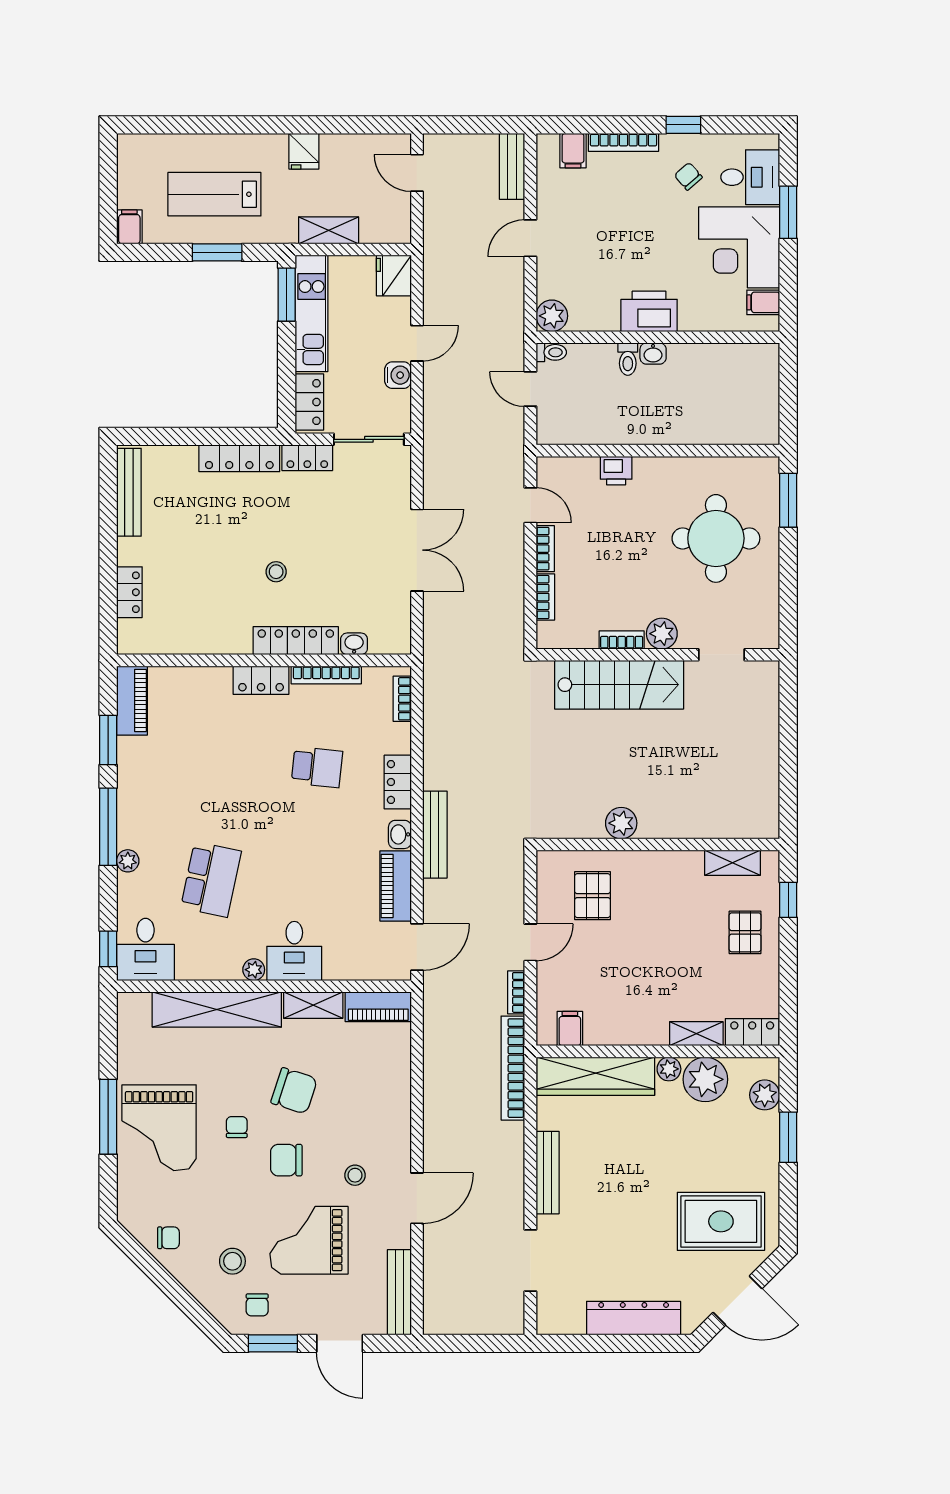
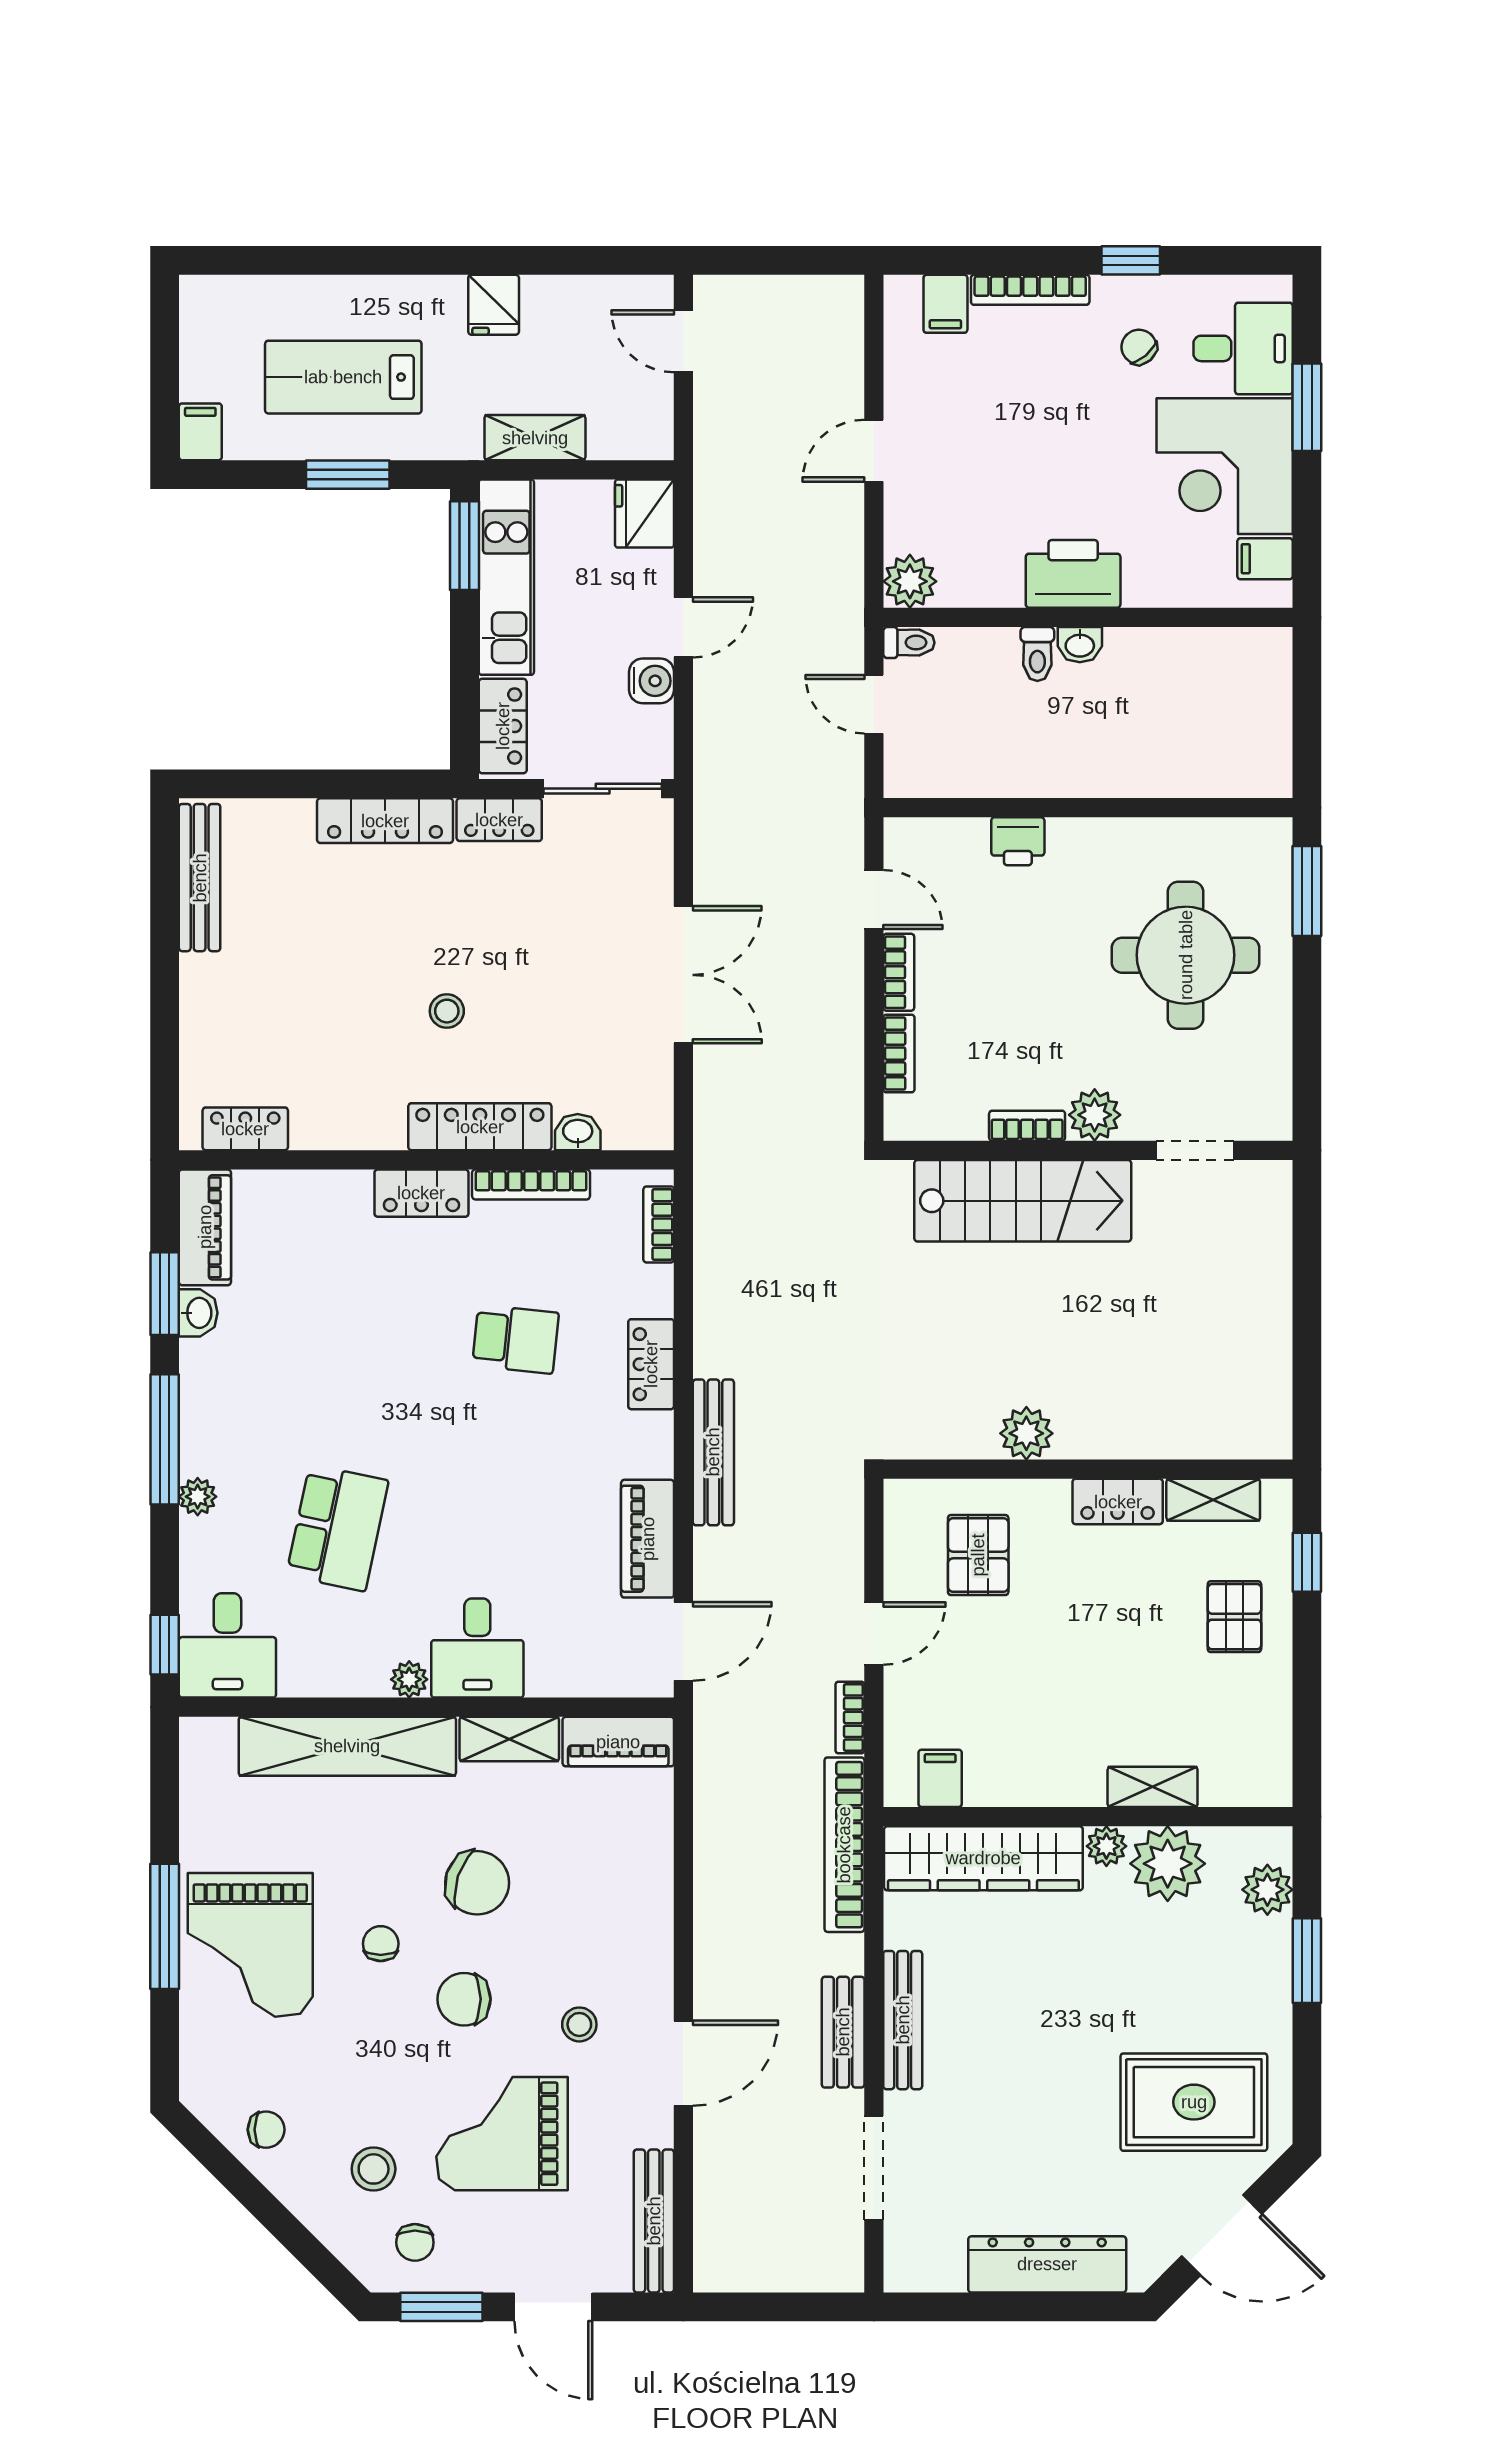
bench: (512, 166) -> (843, 2032), moved
locker: (129, 592) -> (245, 1129), moved, turned -90
washbasin: (400, 834) -> (198, 1313), moved, turned 180
locker: (752, 1032) -> (1118, 1502), moved, turned 180

